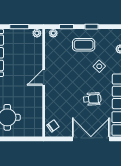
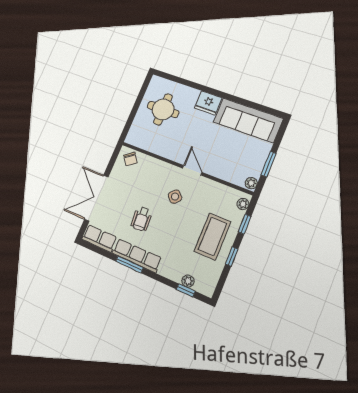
coffee table: (84, 45) -> (212, 237), width x1.36, depth x1.32
side table: (99, 66) -> (175, 197), moved
double door: (91, 139) -> (96, 198), swing flipped

